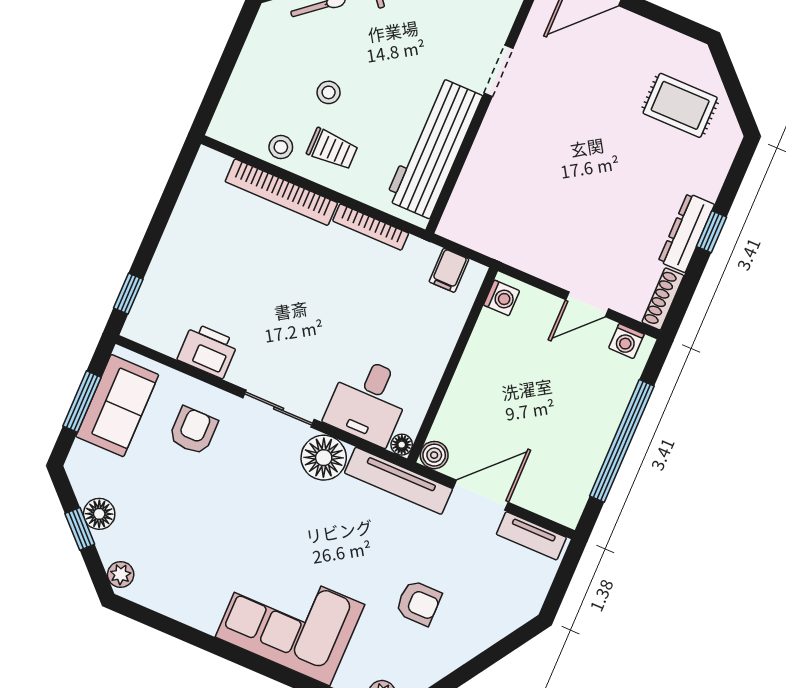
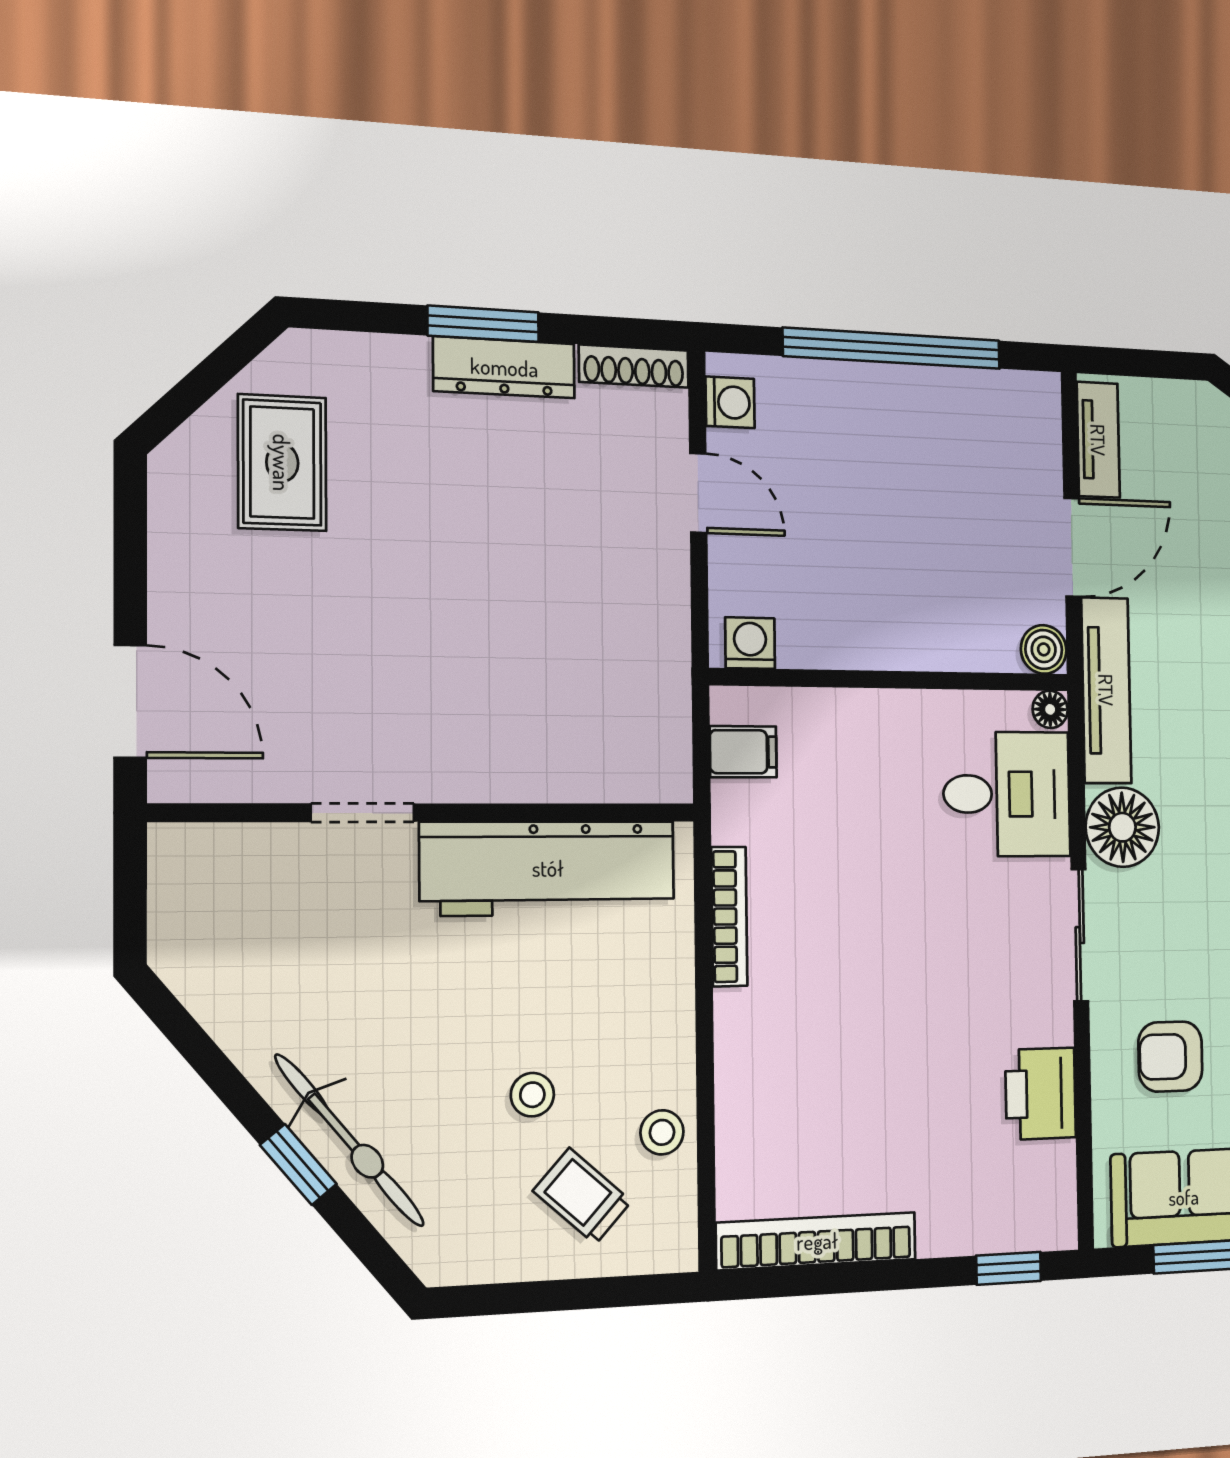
trolley: (332, 149) -> (582, 1196), moved, turned -48
bookcase: (281, 192) -> (817, 1241), moved, turned -90
window: (711, 232) -> (483, 324), width x1.50
door: (481, 495) -> (1072, 547), swing flipped

